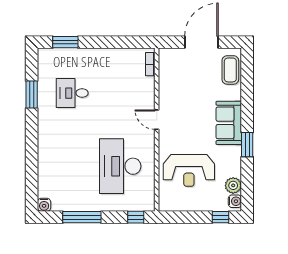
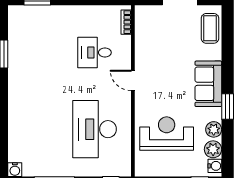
desk: (72, 93) -> (95, 53), moved
plant: (234, 166) -> (214, 129), added
reception desk: (189, 170) -> (167, 134), turned 180

